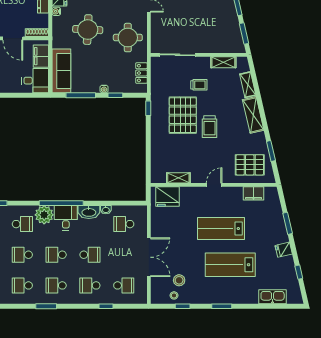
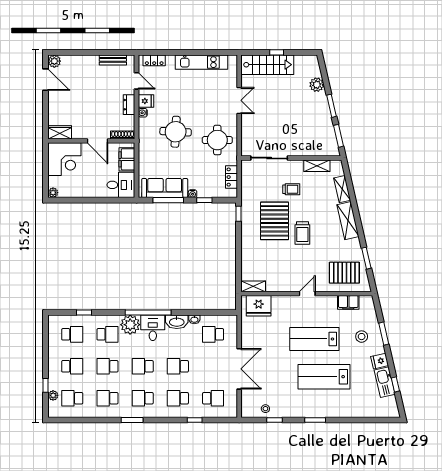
sofa: (61, 71) -> (165, 188), moved, turned -90
shelving: (178, 178) -> (253, 286), moved
school desk: (90, 255) -> (178, 366), turned 180
stool: (179, 280) -> (362, 337), moved
kitchen sink: (273, 297) -> (385, 382), moved, turned -103

